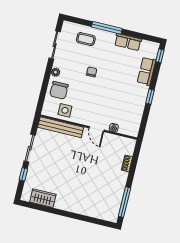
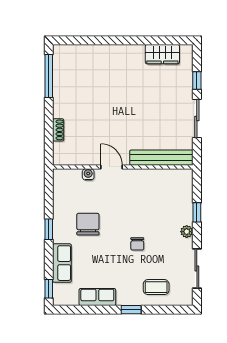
window: (107, 28) -> (131, 310), width x0.46
window: (45, 84) -> (197, 212), added
chair: (59, 90) -> (88, 224), moved
side table: (65, 110) -> (161, 182), removed

